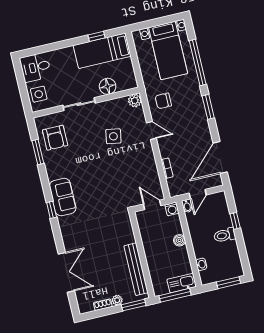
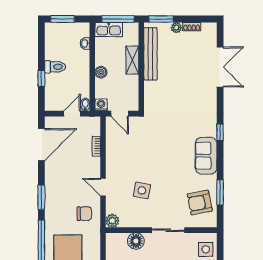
armchair: (55, 138) -> (200, 203), turned -101
sofa: (63, 197) -> (206, 156), moved
shelving: (152, 259) -> (132, 60), added
double door: (66, 272) -> (220, 67), swing flipped

